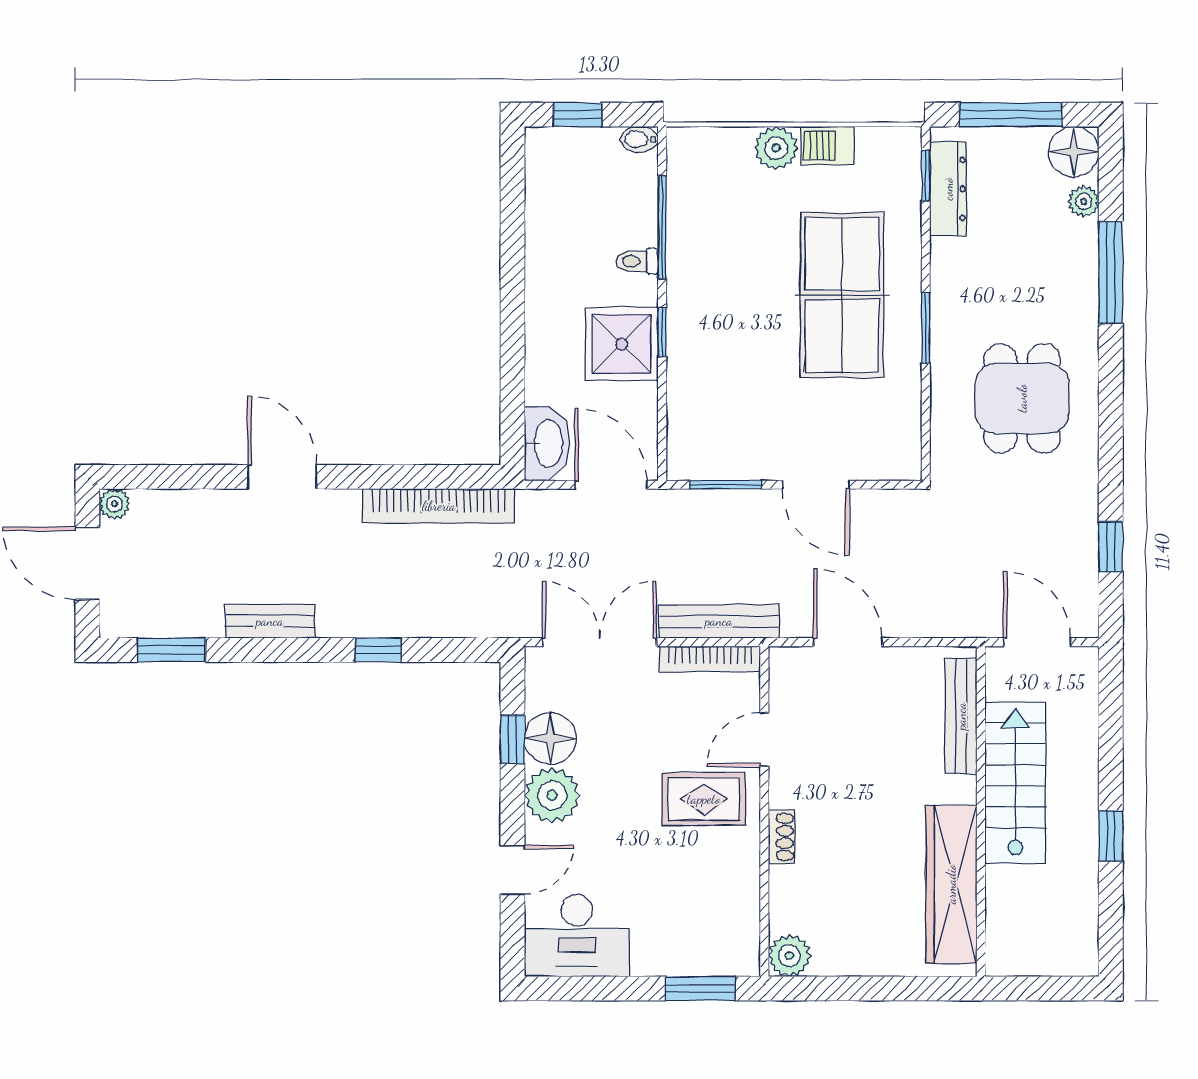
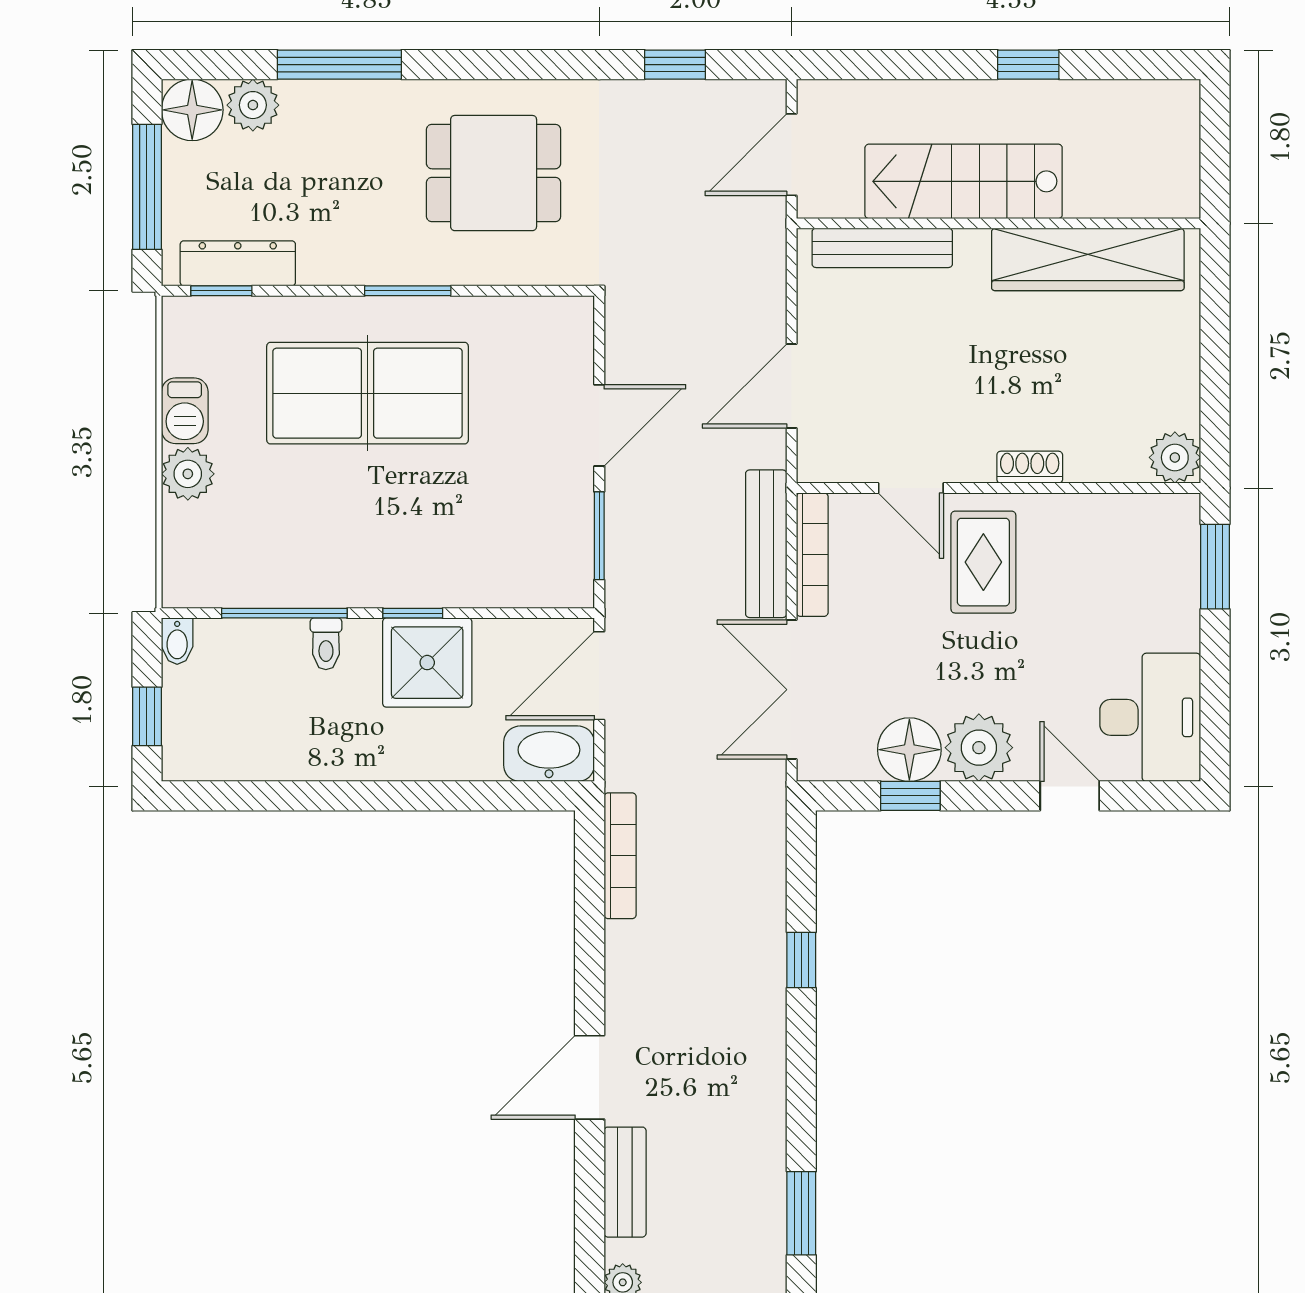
plant: (1084, 201) -> (253, 105), width x1.38, depth x1.38
bookcase: (439, 506) -> (620, 856), width x0.68, depth x0.76
bench: (270, 621) -> (625, 1182), moved

